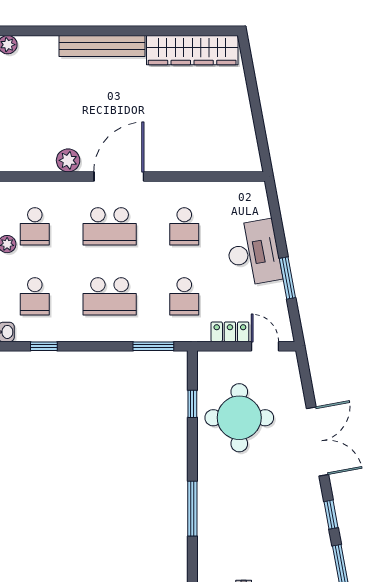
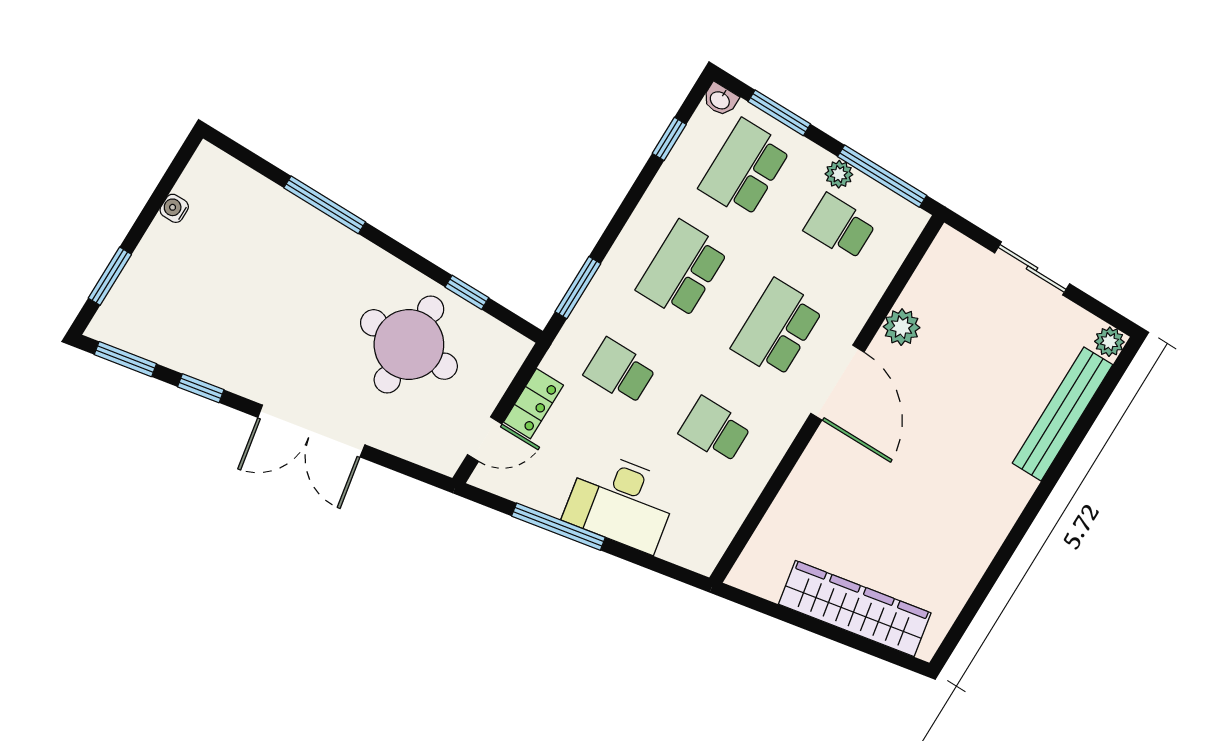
bench: (102, 46) -> (1063, 414), moved
wardrobe: (192, 50) -> (855, 608), moved, turned 80
window: (287, 278) -> (558, 527), width x1.44
school desk: (35, 296) -> (745, 168), width x1.85

